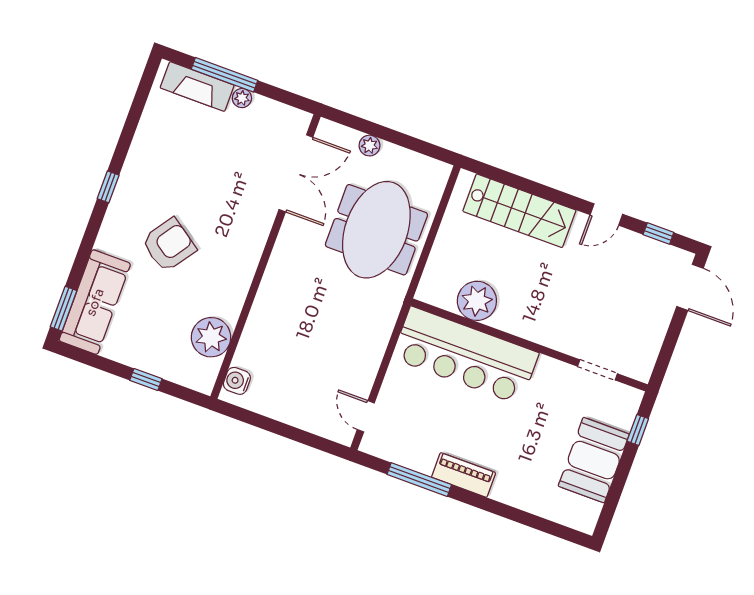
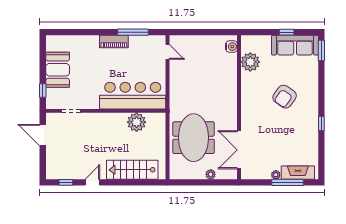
window: (108, 187) -> (321, 123), moved
door: (690, 287) -> (43, 135), moved
sofa: (95, 302) -> (295, 45), moved, turned -90
window: (146, 379) -> (287, 32), moved

